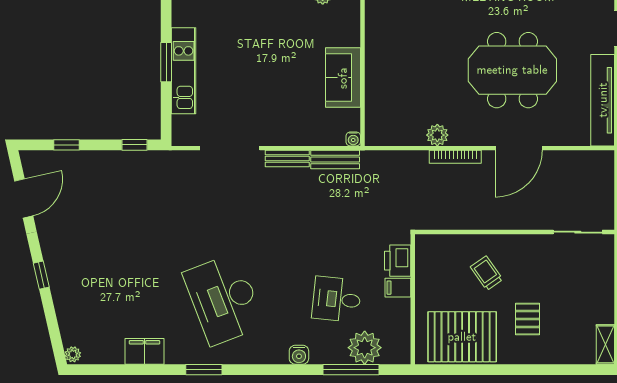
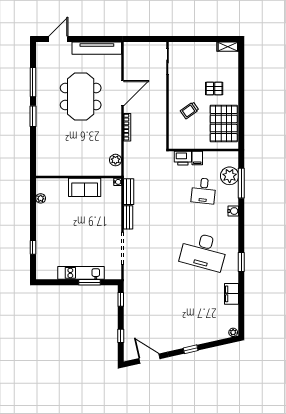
window: (166, 62) -> (89, 282), moved
plant: (437, 135) -> (115, 160), moved
door: (519, 148) -> (122, 93), hinge flipped
desk: (224, 299) -> (204, 251), turned 36

